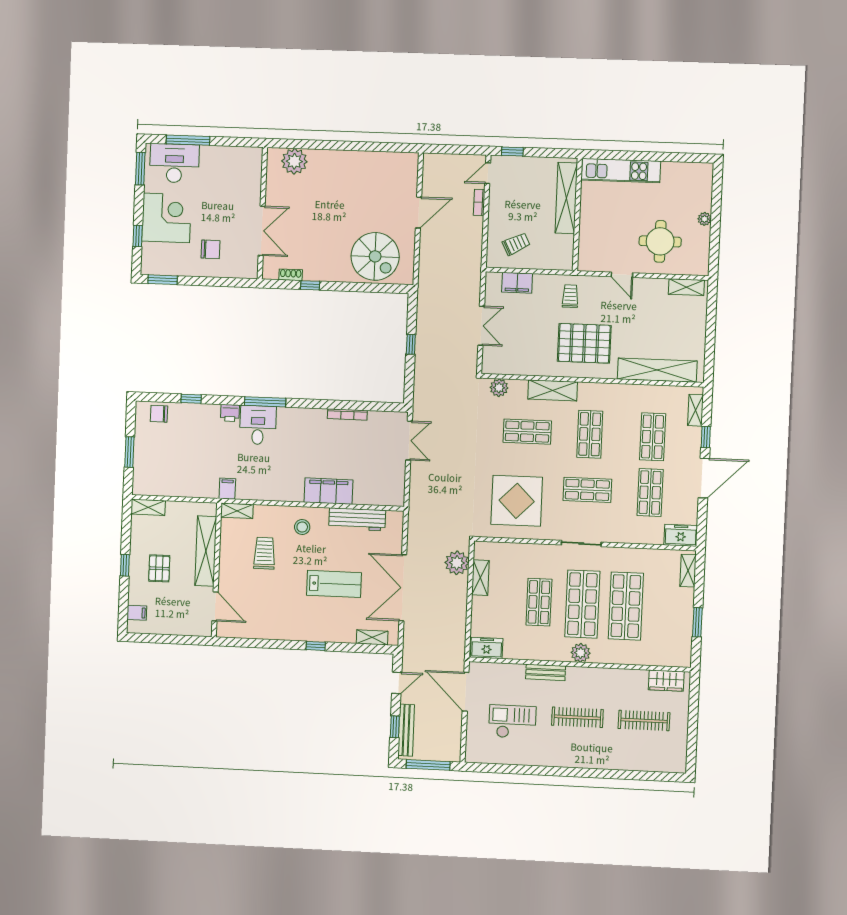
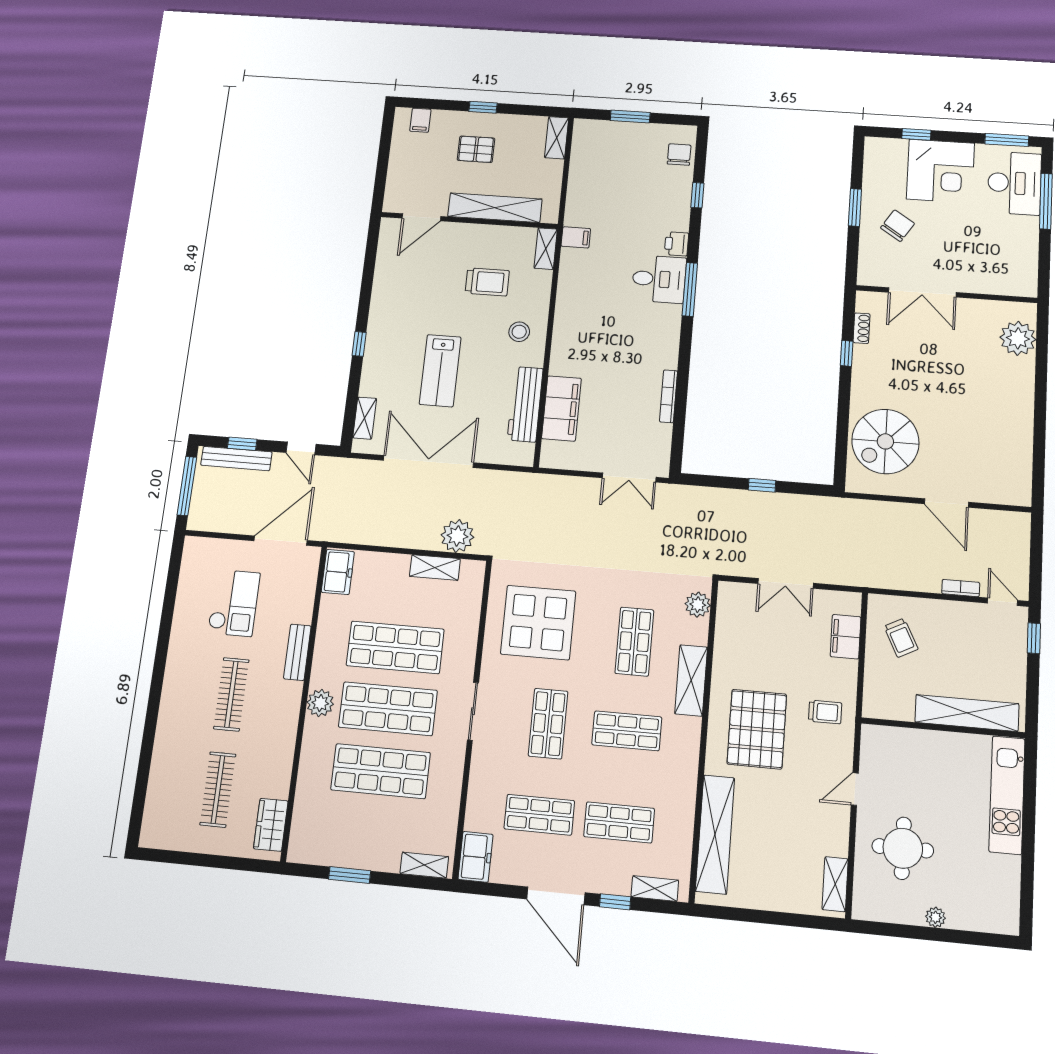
chair: (211, 249) -> (898, 226), turned -147
window: (163, 280) -> (855, 207), moved
filing cabinet: (328, 491) -> (561, 408), moved
shop shelf: (539, 602) -> (395, 647), width x1.43, depth x1.36

